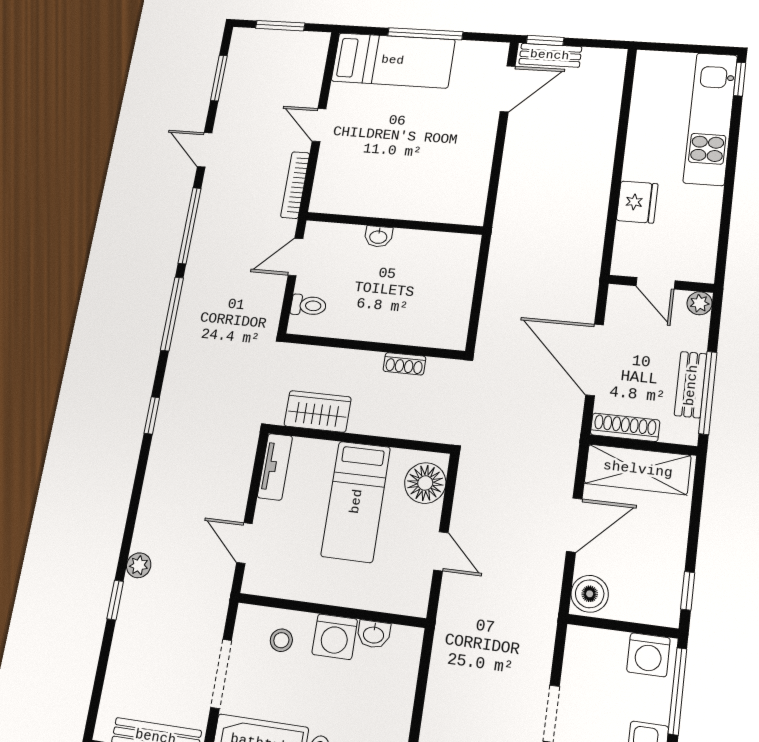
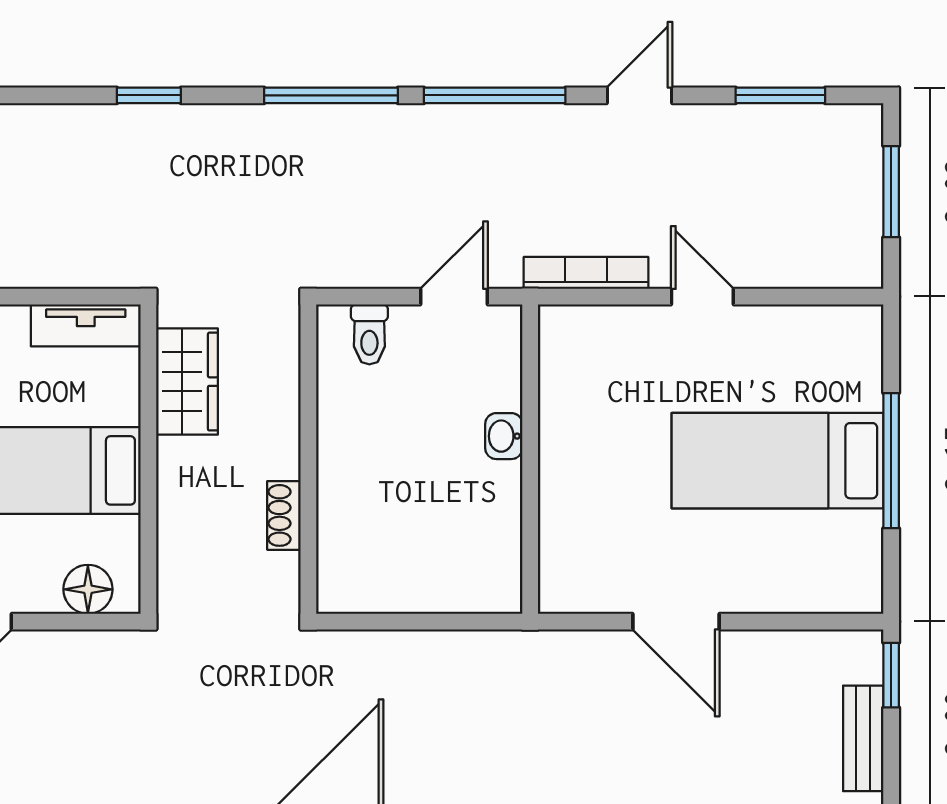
bench: (550, 55) -> (863, 738), moved
bed: (393, 60) -> (778, 461), moved, turned 90
door: (508, 89) -> (676, 622), moved
door: (319, 125) -> (702, 297), hinge flipped
door: (295, 257) -> (454, 297), hinge flipped
floor lamp: (425, 483) -> (88, 589), width x0.73, depth x0.73

